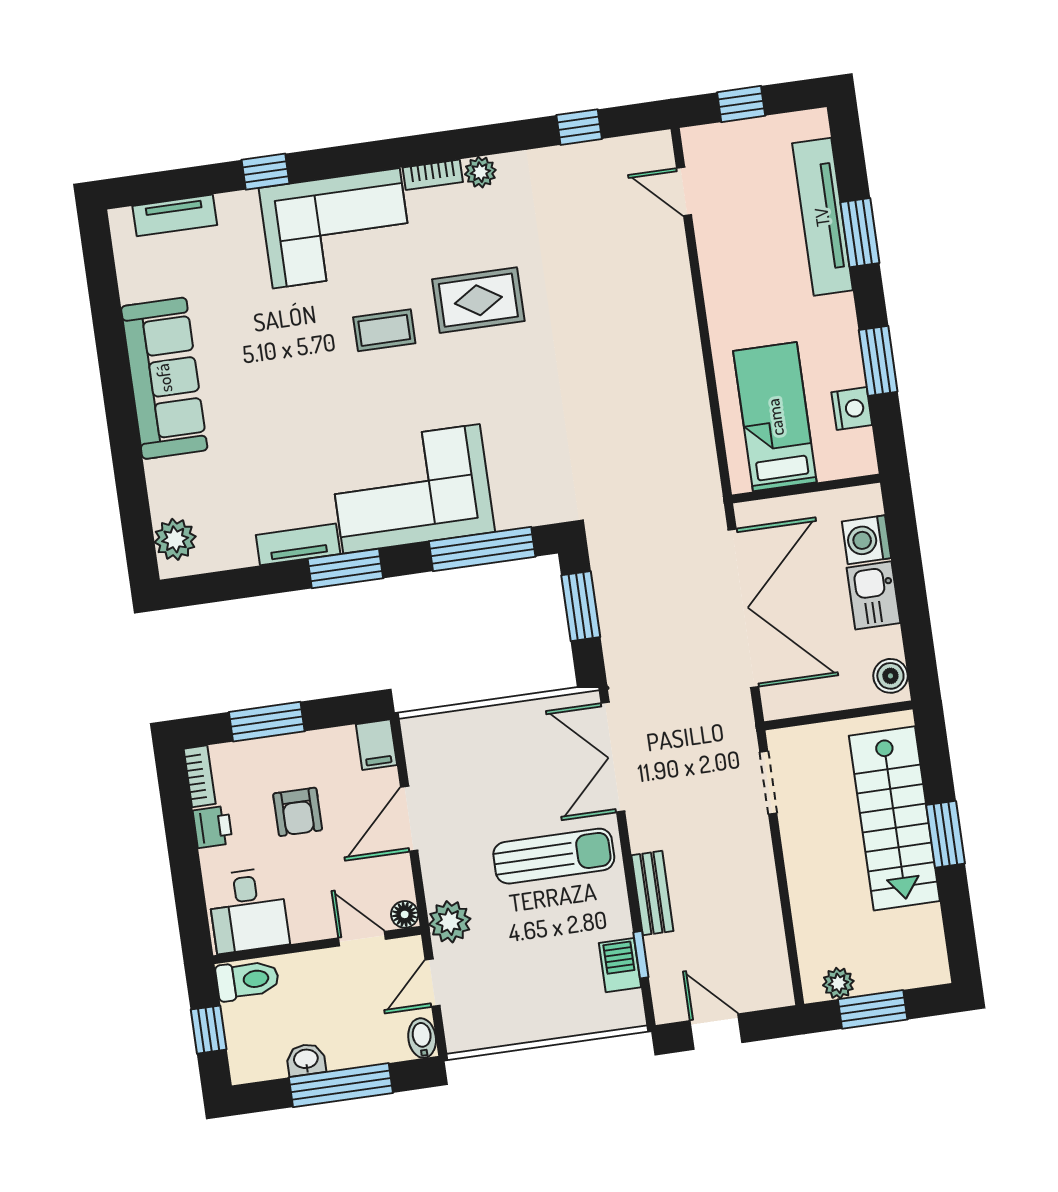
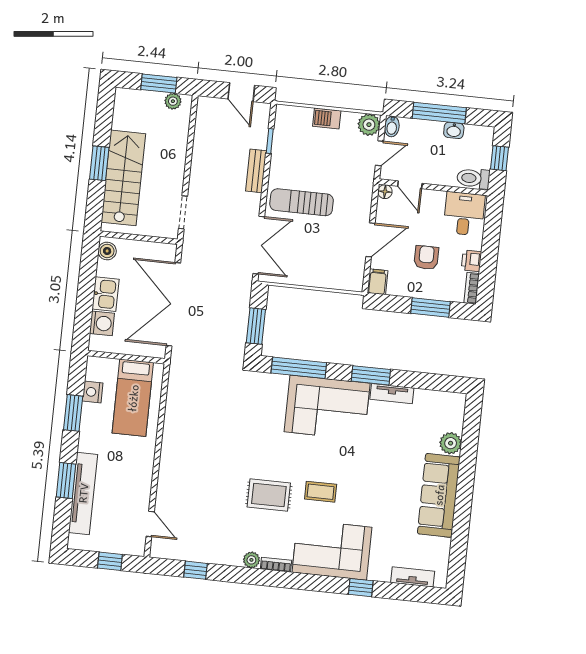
plant: (175, 539) -> (451, 443), moved
plant: (450, 922) -> (369, 125), moved
barbecue: (620, 965) -> (327, 118), moved, turned 90

